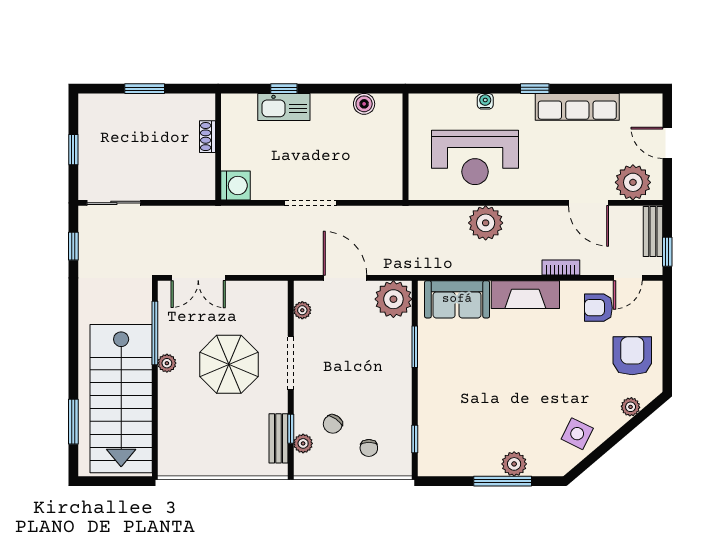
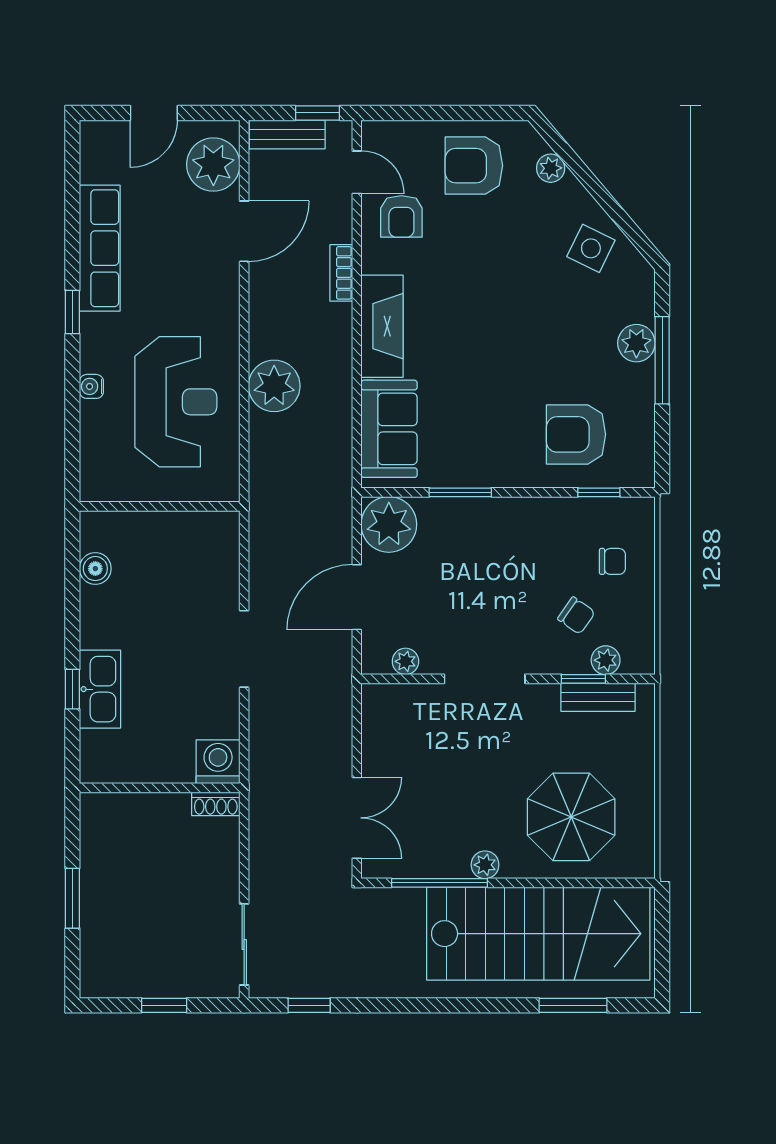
shoe rack: (207, 137) -> (216, 804), moved
parasol: (229, 364) -> (571, 817), moved
armchair: (453, 424) -> (576, 434), added

